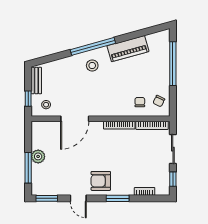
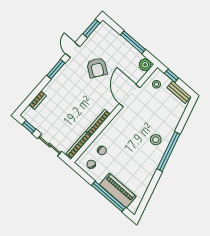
piano: (128, 49) -> (118, 191), moved, turned 105
plant: (38, 156) -> (145, 65), moved
window: (28, 168) -> (133, 42), moved
armchair: (101, 181) -> (97, 68), moved, turned 125
door: (78, 198) -> (73, 50), hinge flipped
window: (118, 198) -> (56, 69), moved

